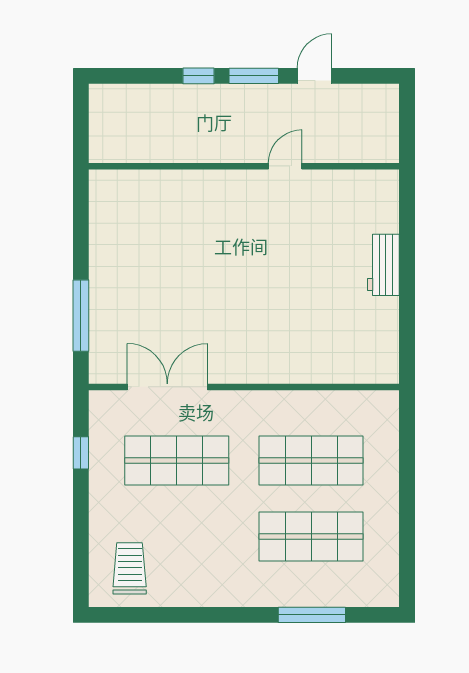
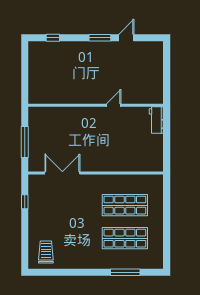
window: (198, 76) -> (53, 38), moved
wall: (244, 166) -> (96, 105), moved
door: (285, 166) -> (114, 105), moved
shop shelf: (177, 460) -> (66, 205), removed

